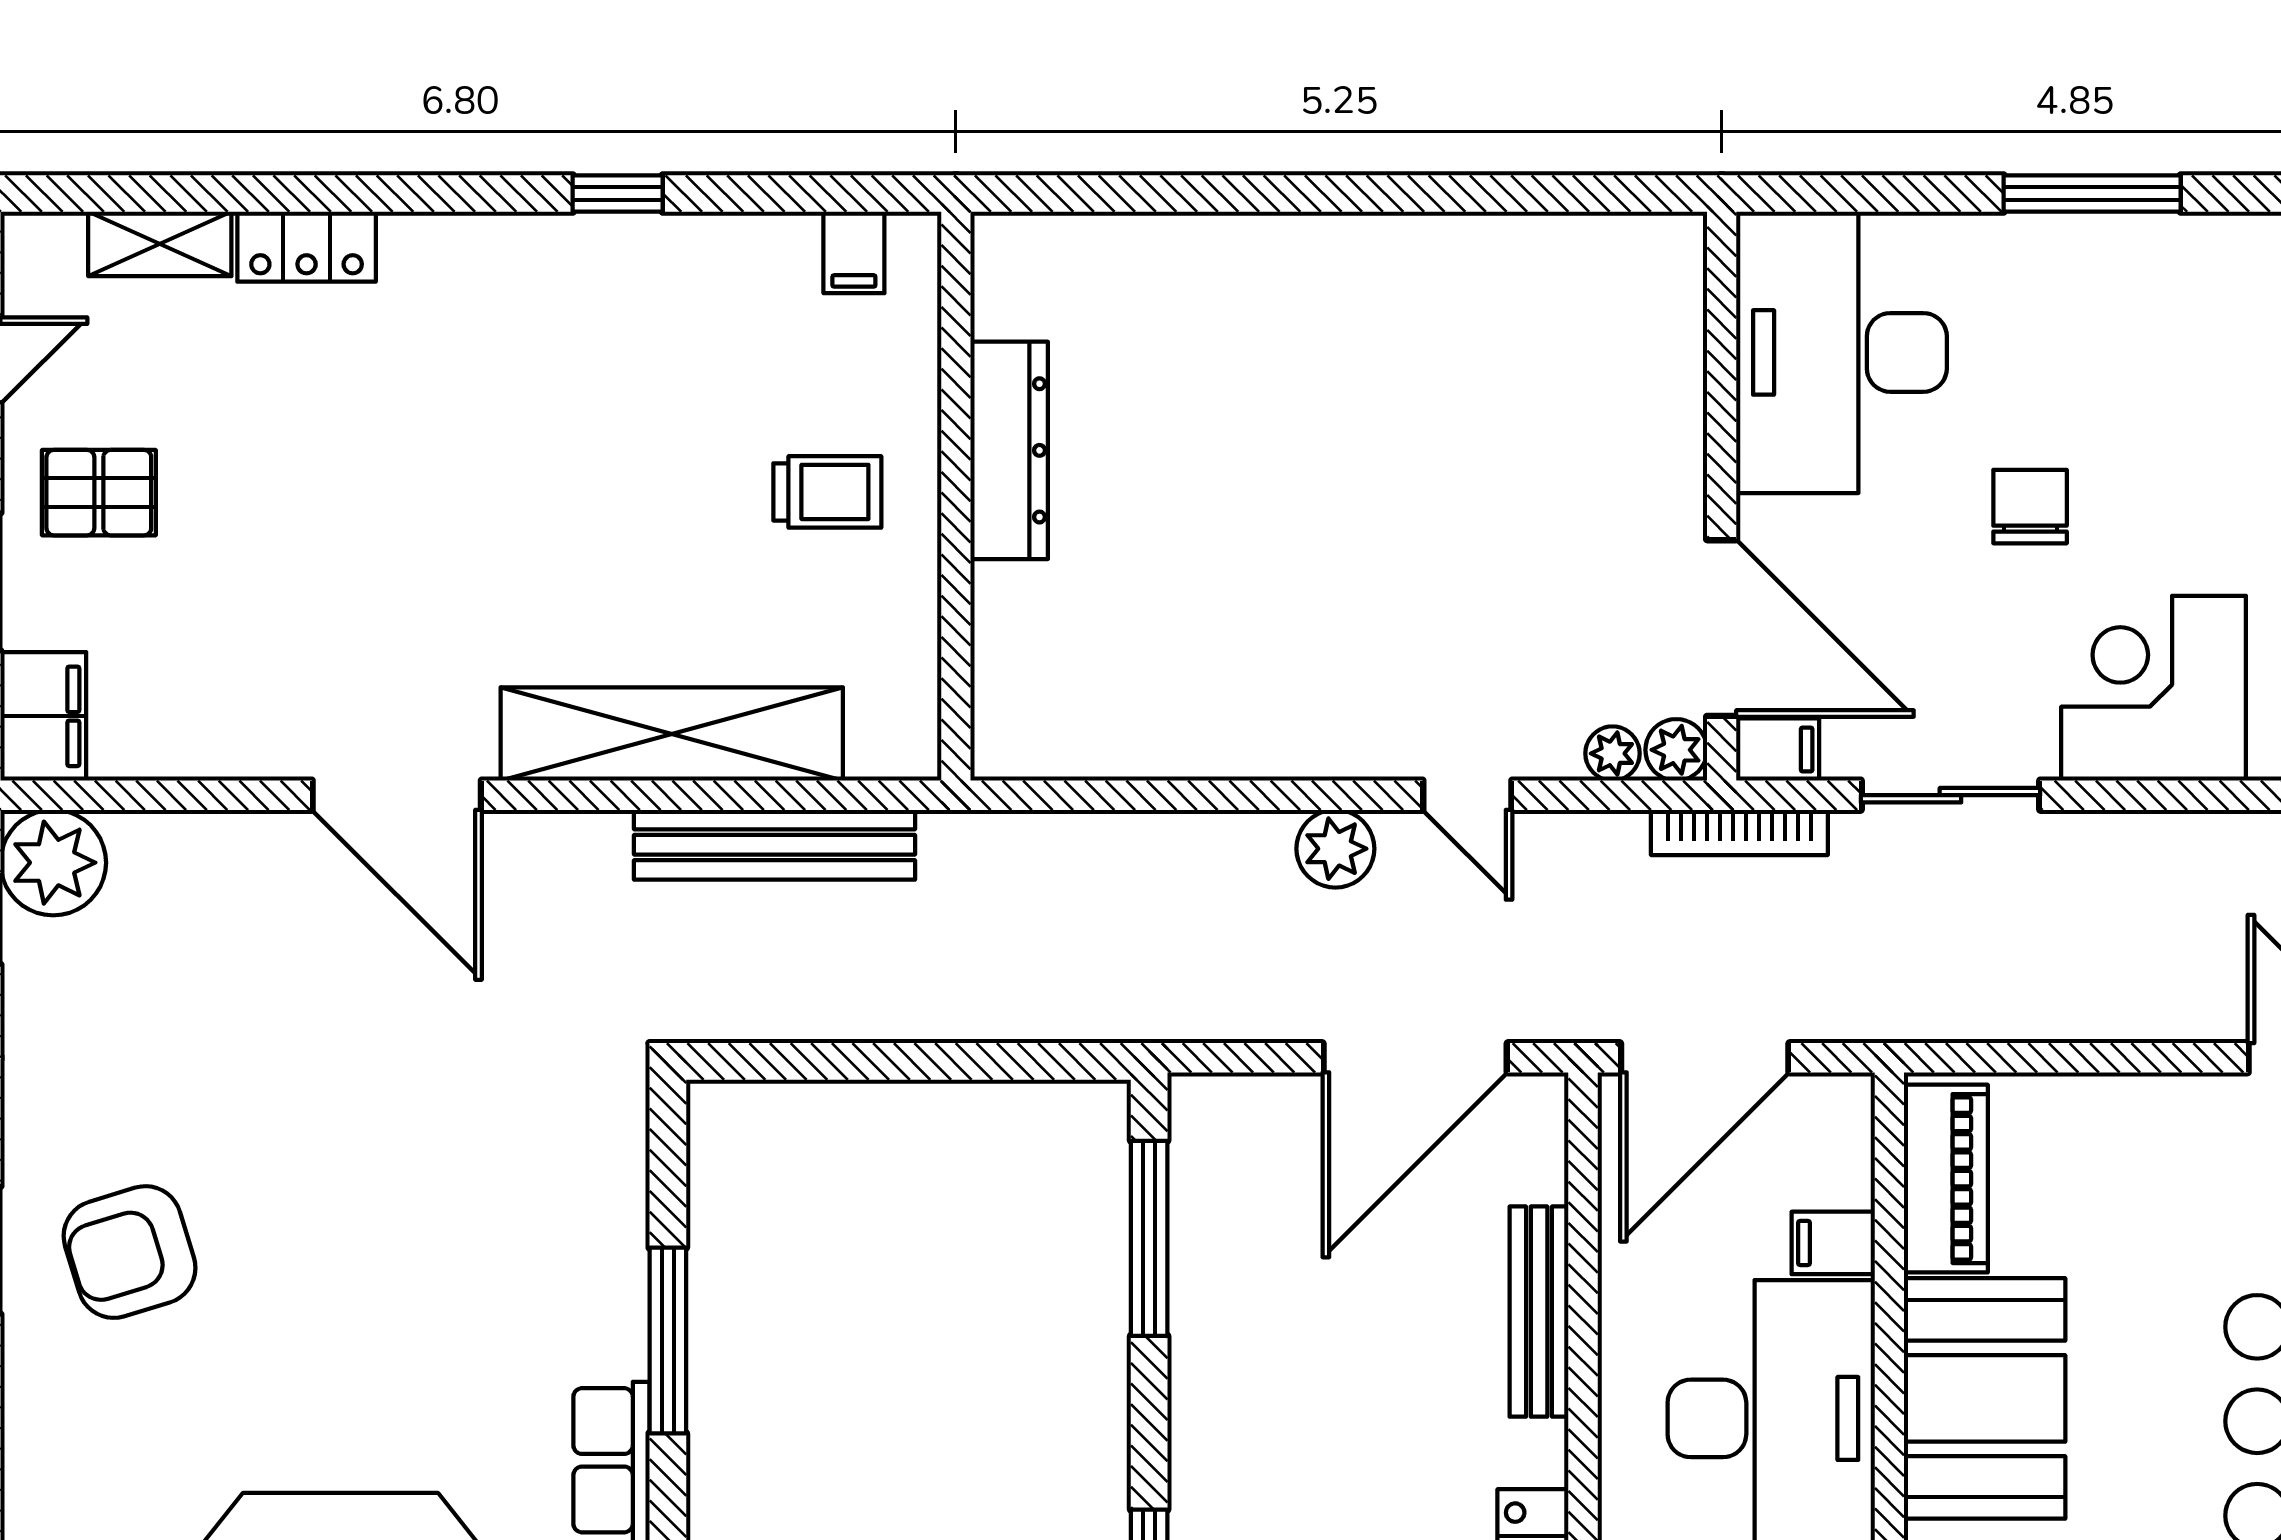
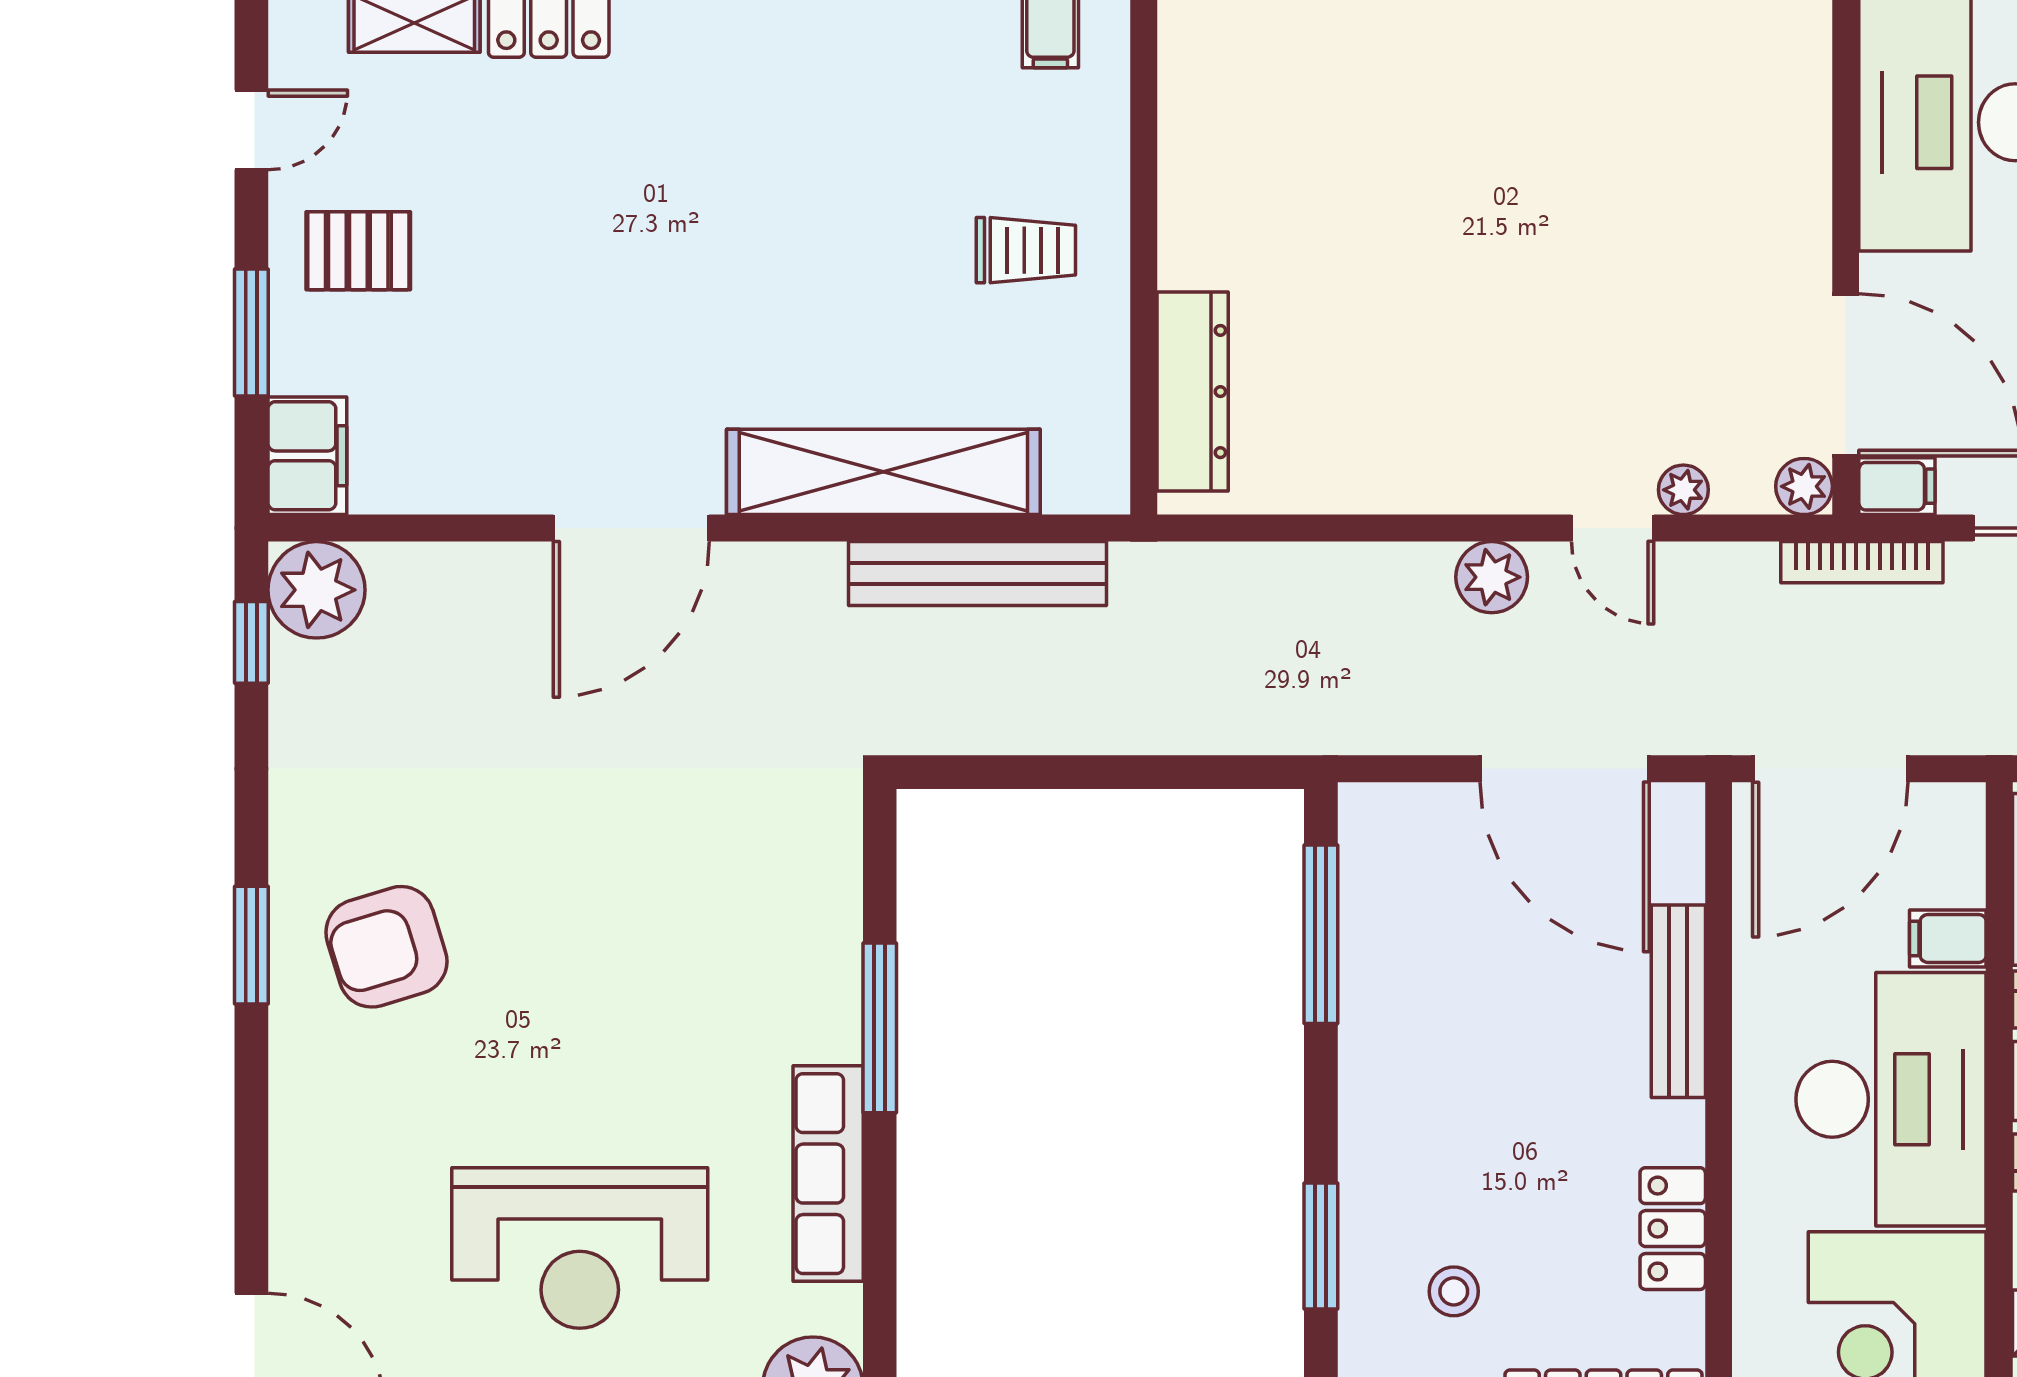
dresser: (1009, 450) -> (1193, 392), moved
plant: (1612, 753) -> (1683, 490), moved
door: (397, 795) -> (631, 528), hinge flipped
door: (1415, 1058) -> (1565, 769), hinge flipped

